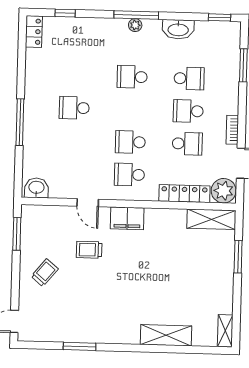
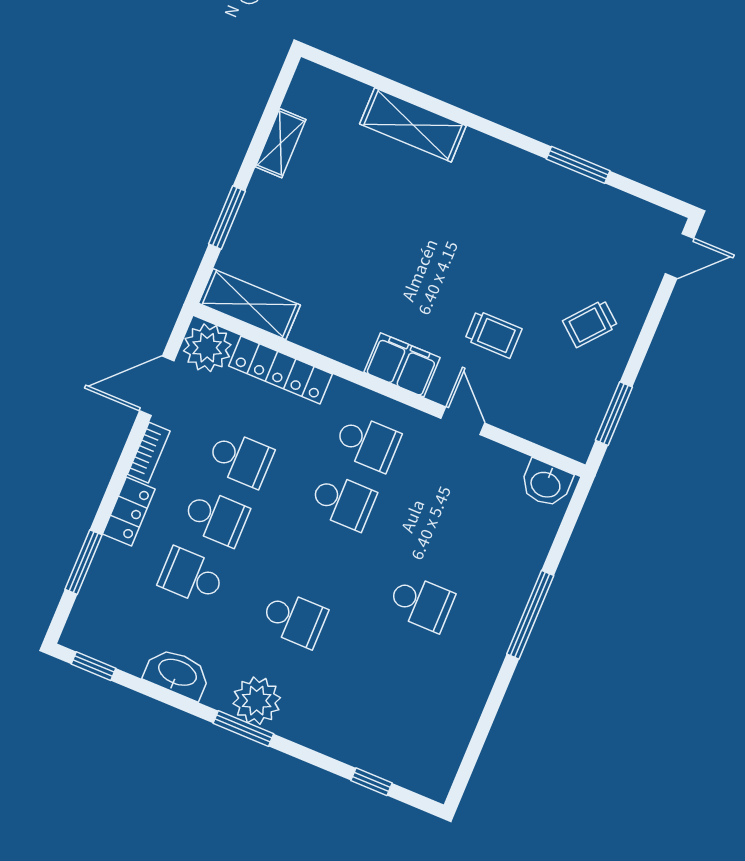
window: (136, 15) -> (243, 728), width x0.69
plant: (135, 25) -> (257, 701), width x1.88, depth x1.88
locker: (34, 32) -> (129, 512), moved, turned 180
school desk: (187, 144) -> (240, 459), turned 180
shelving: (225, 331) -> (281, 143), moved

